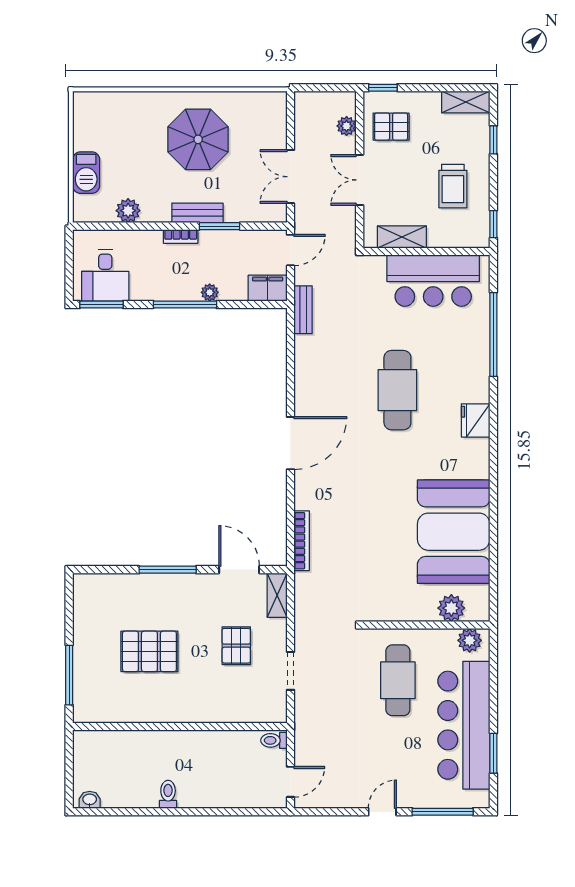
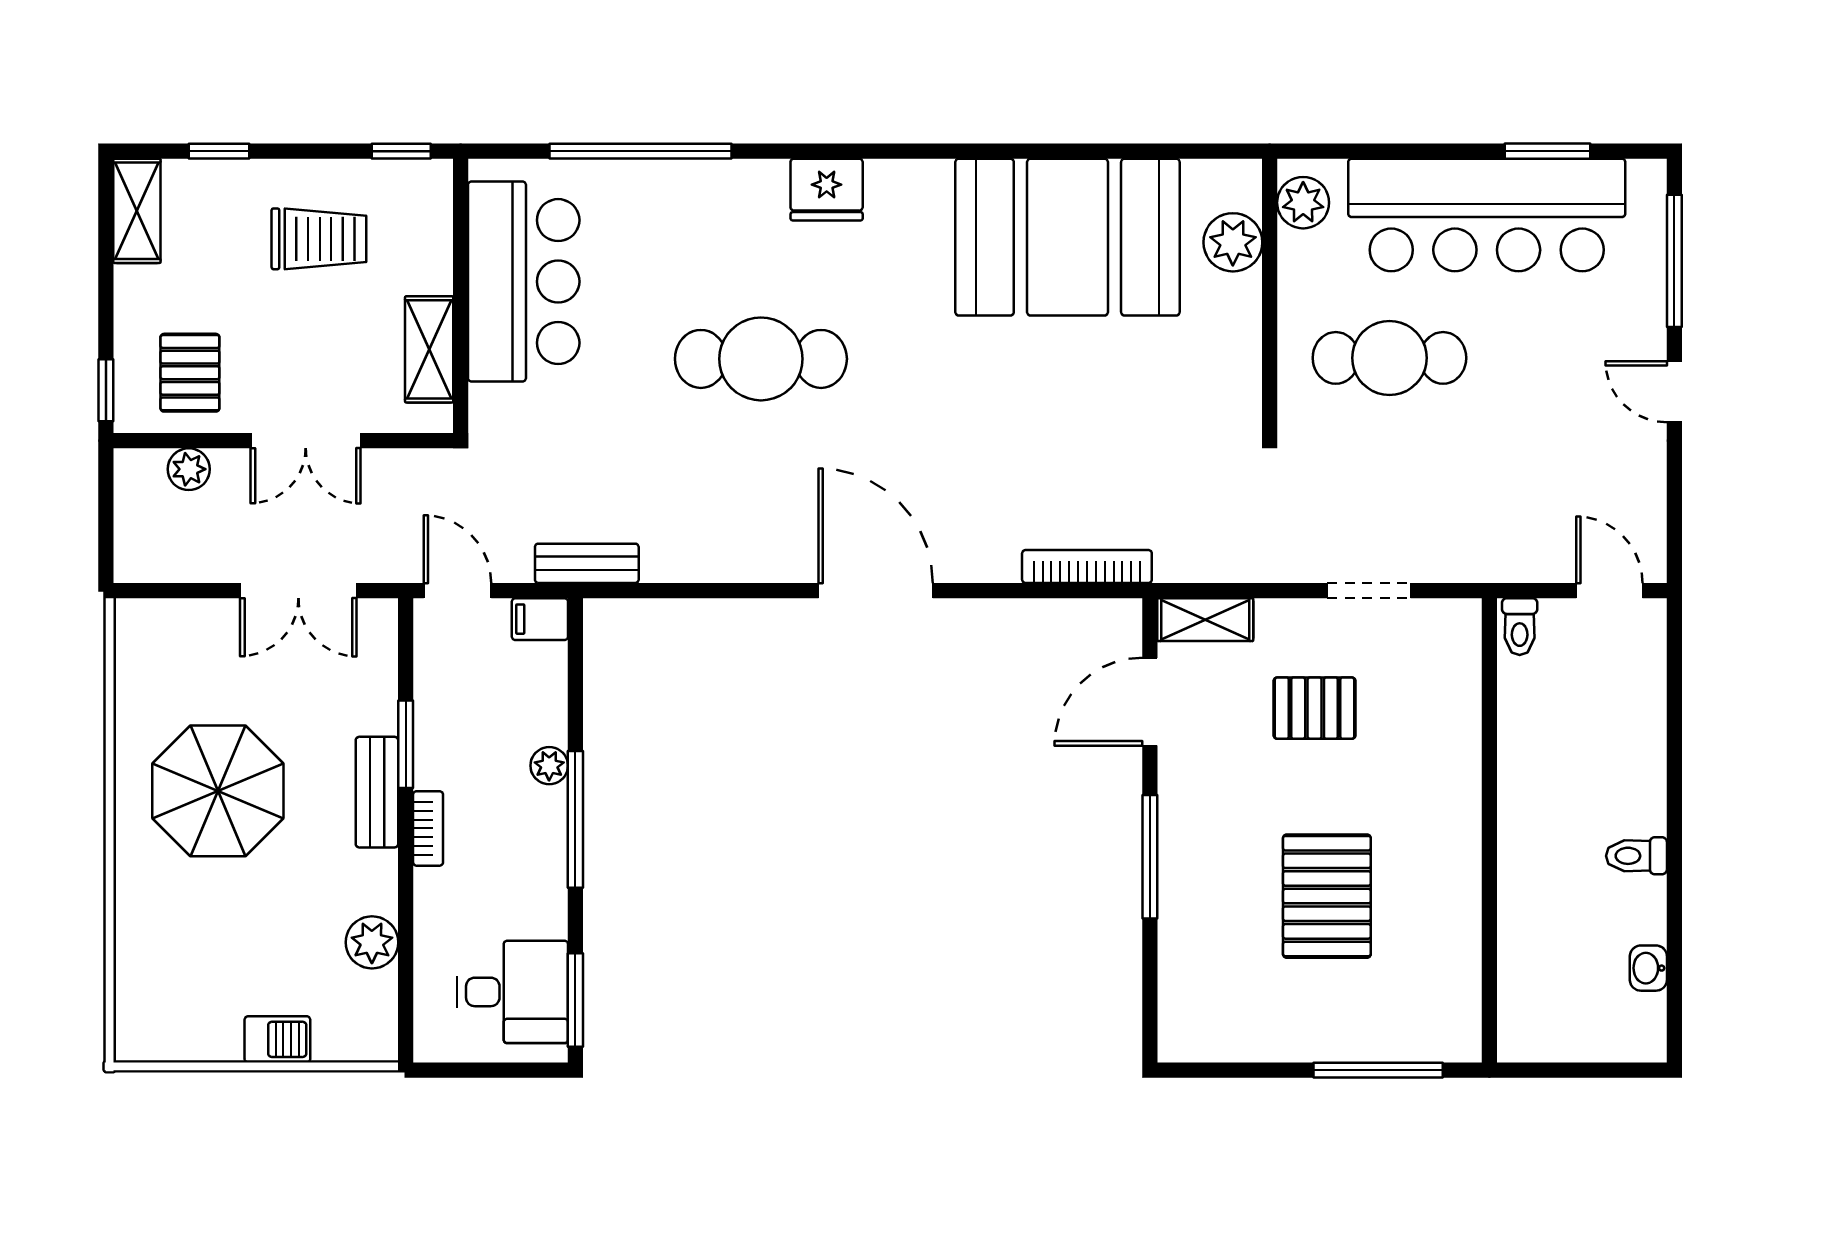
barbecue: (86, 173) -> (277, 1039), width x0.73, depth x0.79
filing cabinet: (268, 288) -> (540, 619), width x0.50
washbasin: (90, 800) -> (1648, 968), moved

